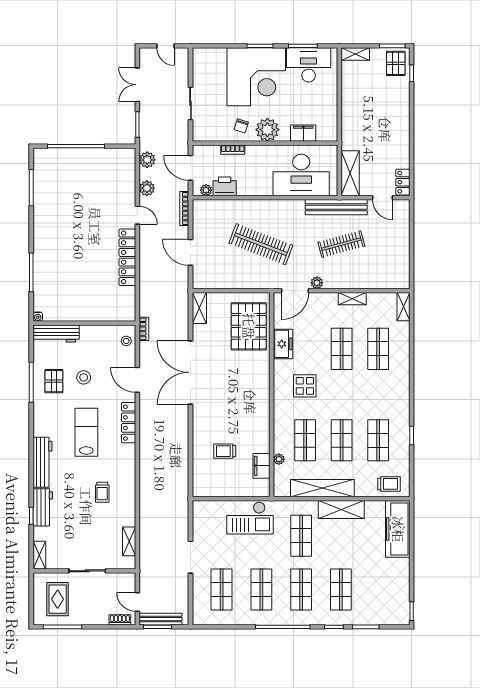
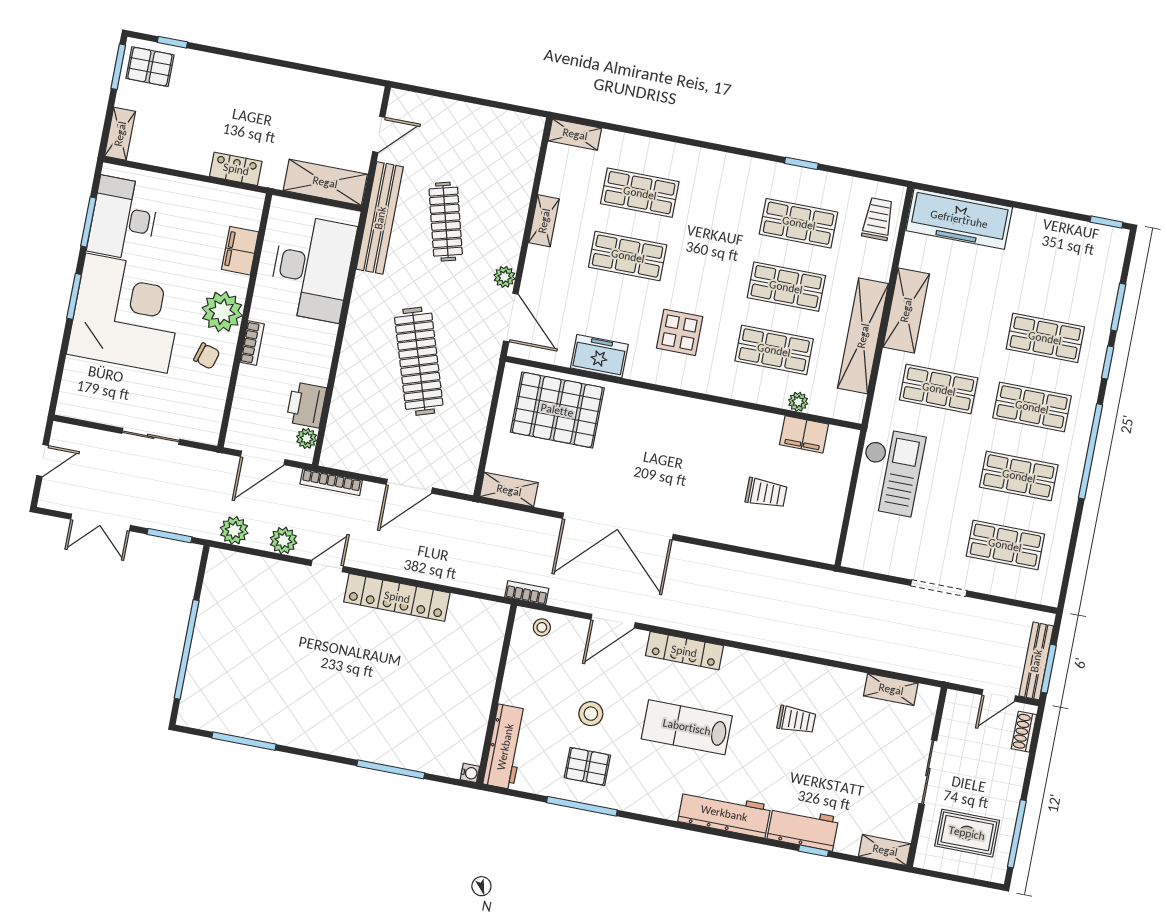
bookcase: (233, 150) -> (252, 343), moved
locker: (403, 182) -> (236, 169), moved, turned 180
clothes rail: (261, 244) -> (419, 361), turned -39
trolley: (225, 451) -> (766, 493), turned -90

